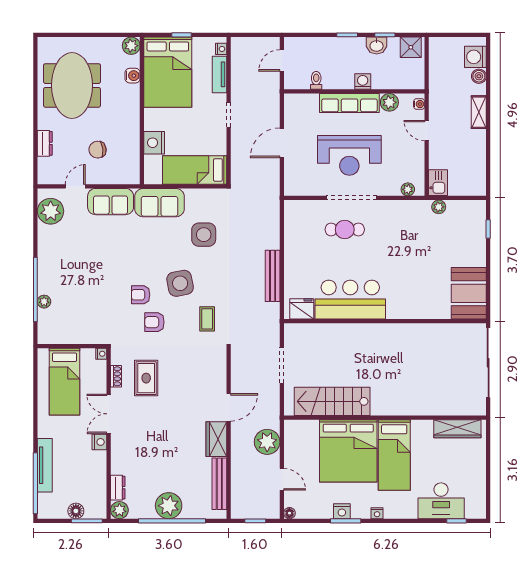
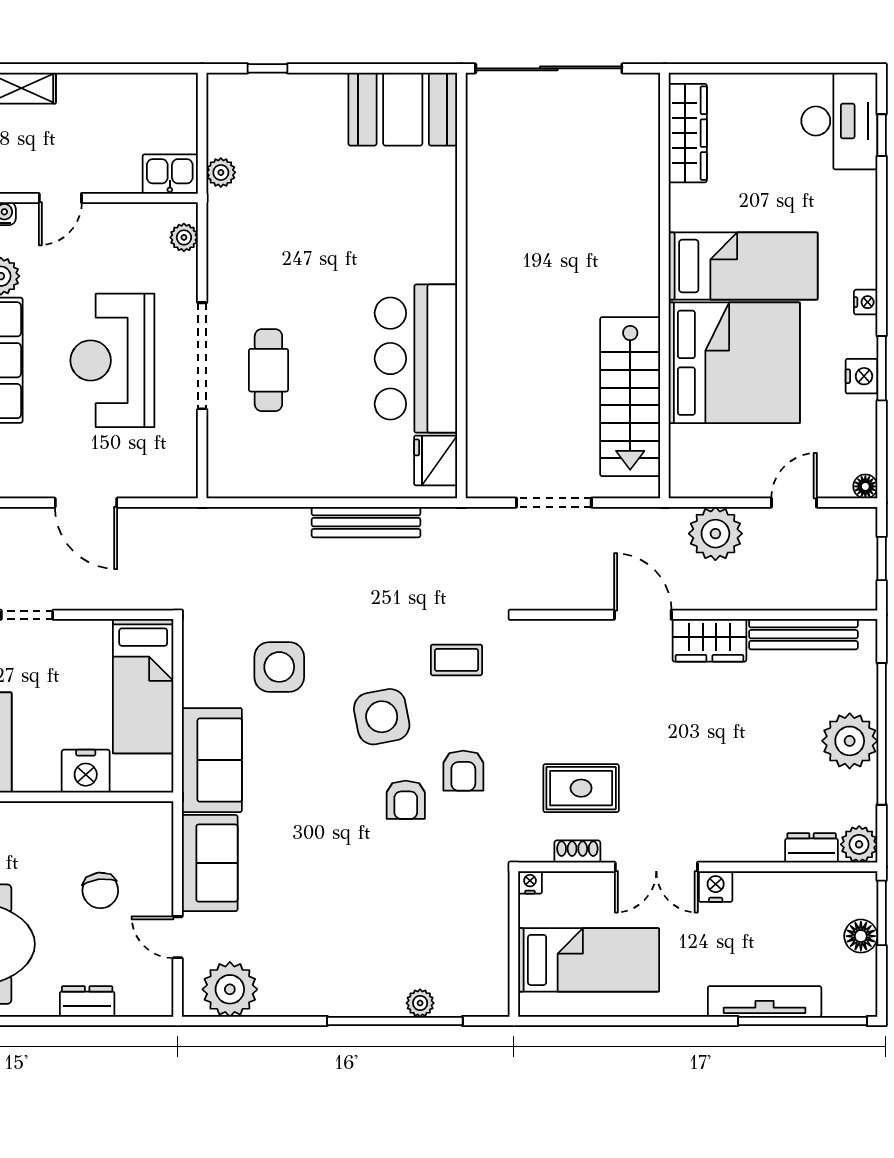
reception desk: (349, 155) -> (112, 360), turned 180
desk: (441, 501) -> (839, 121), moved

